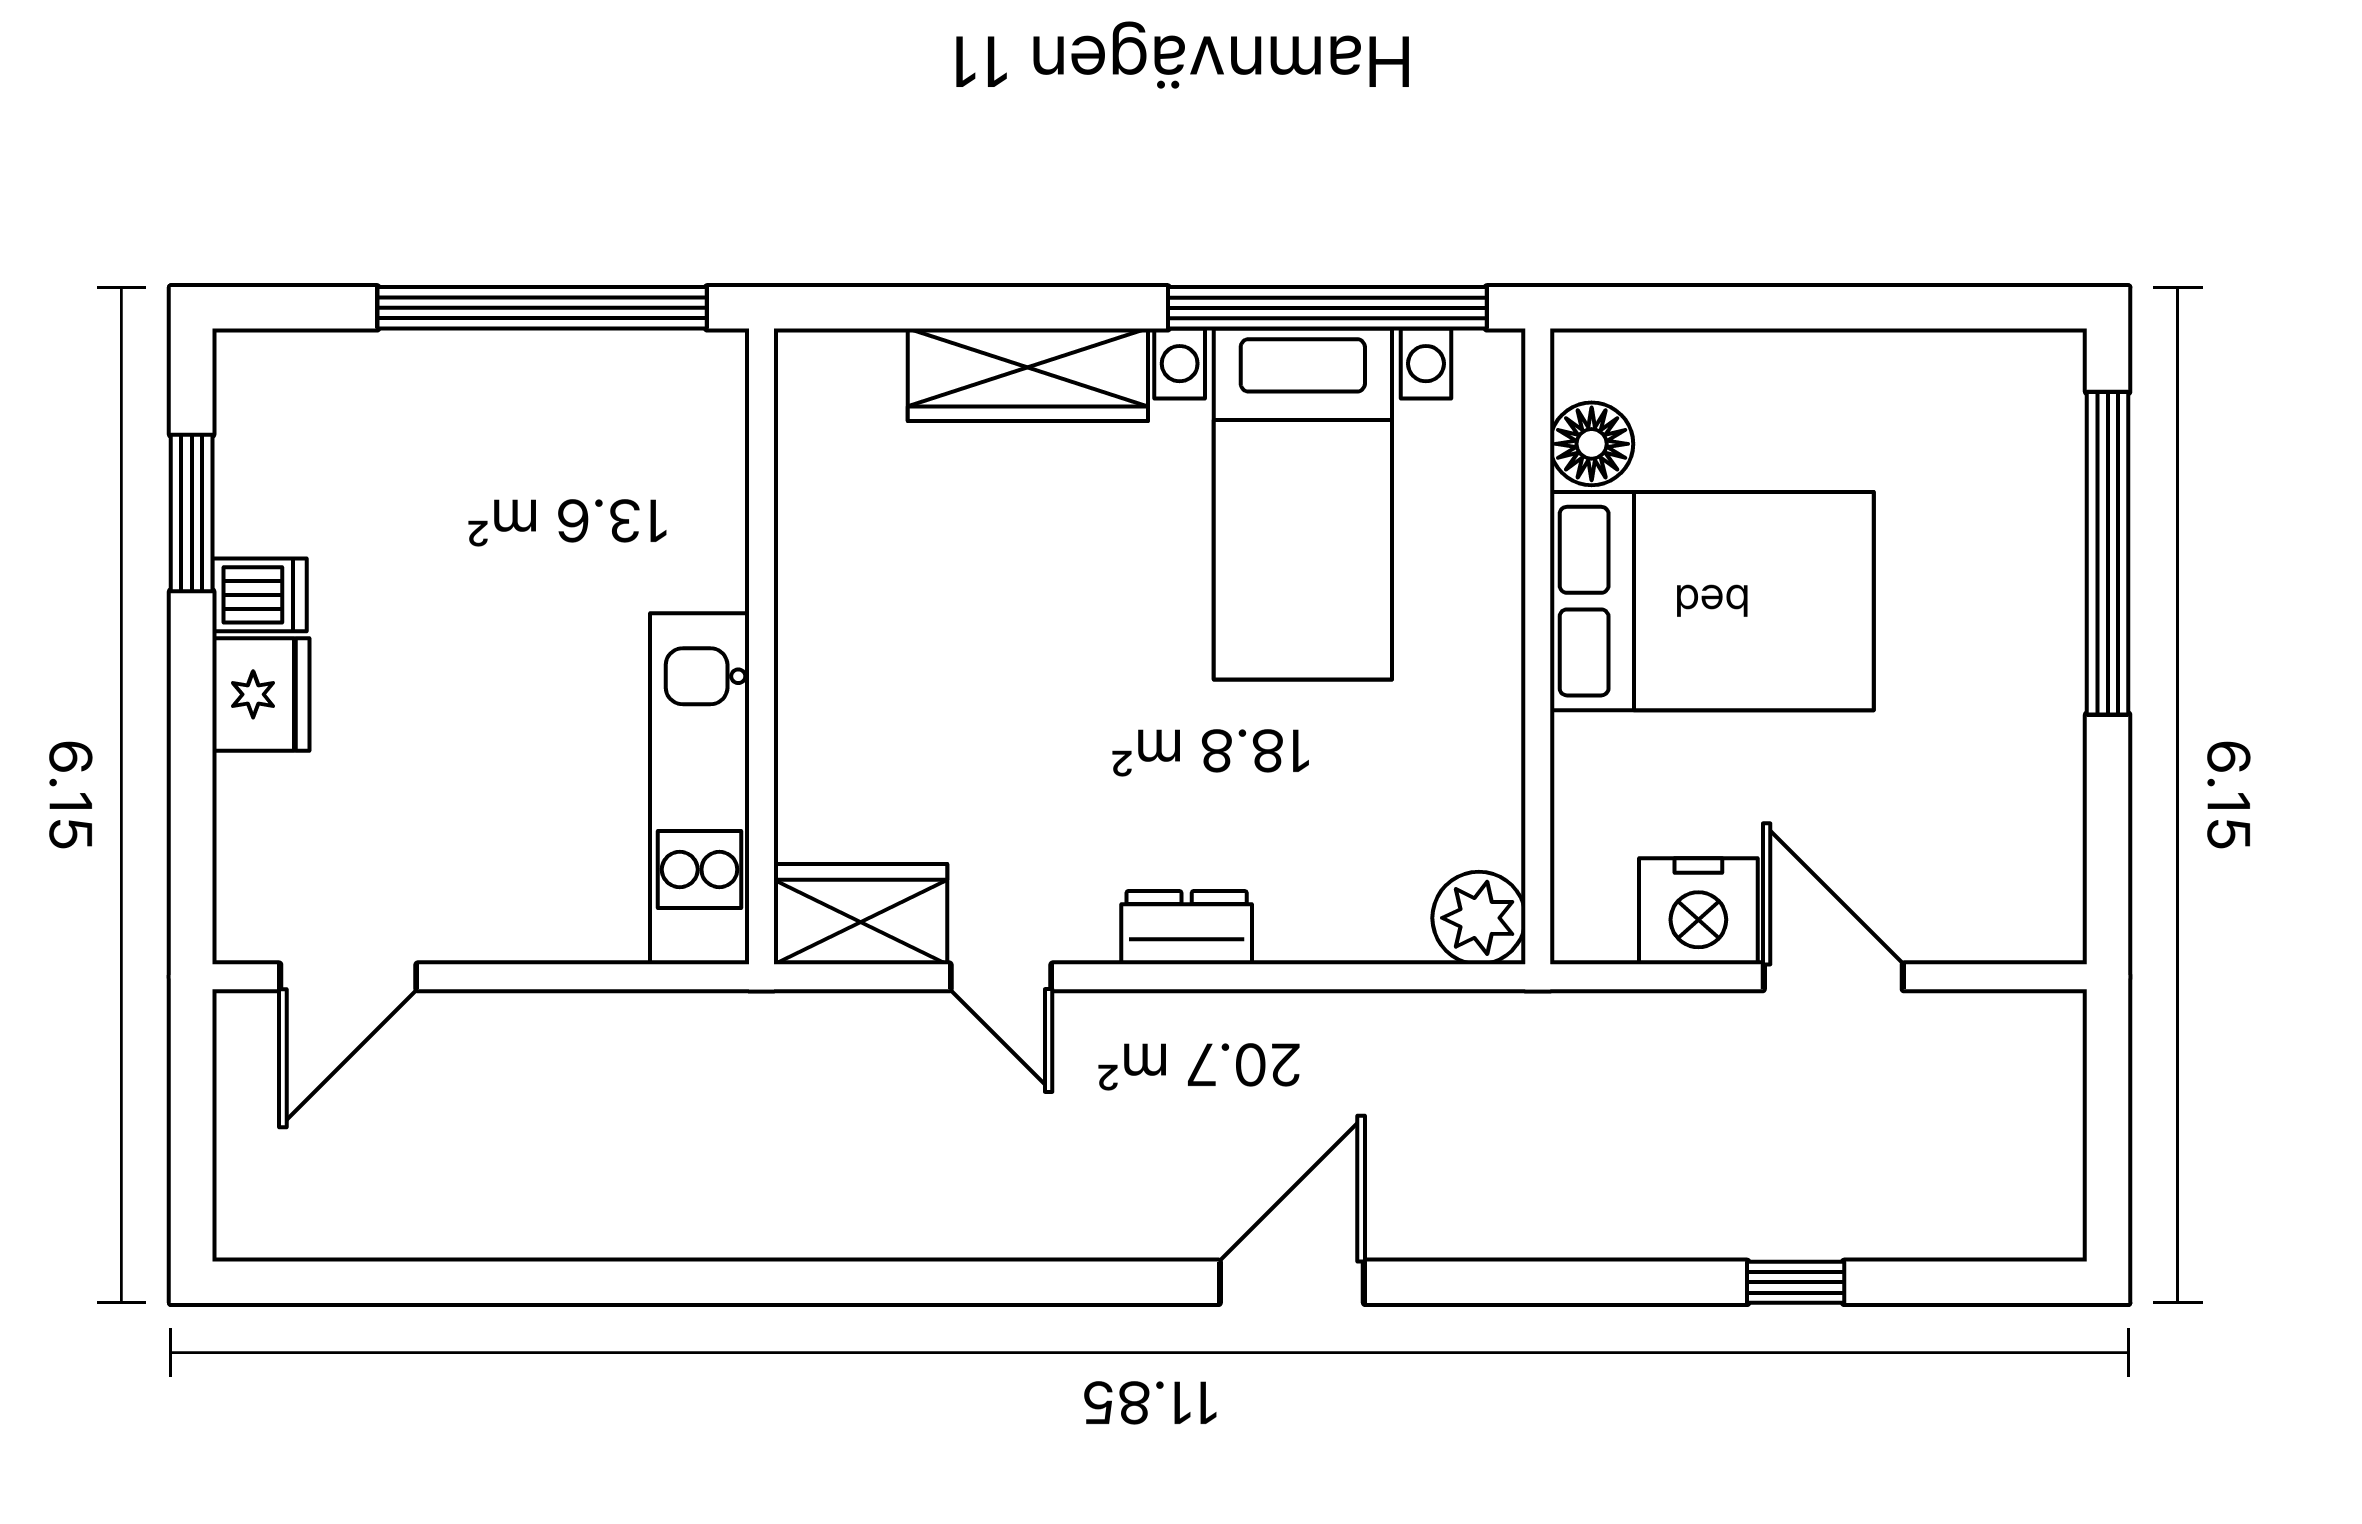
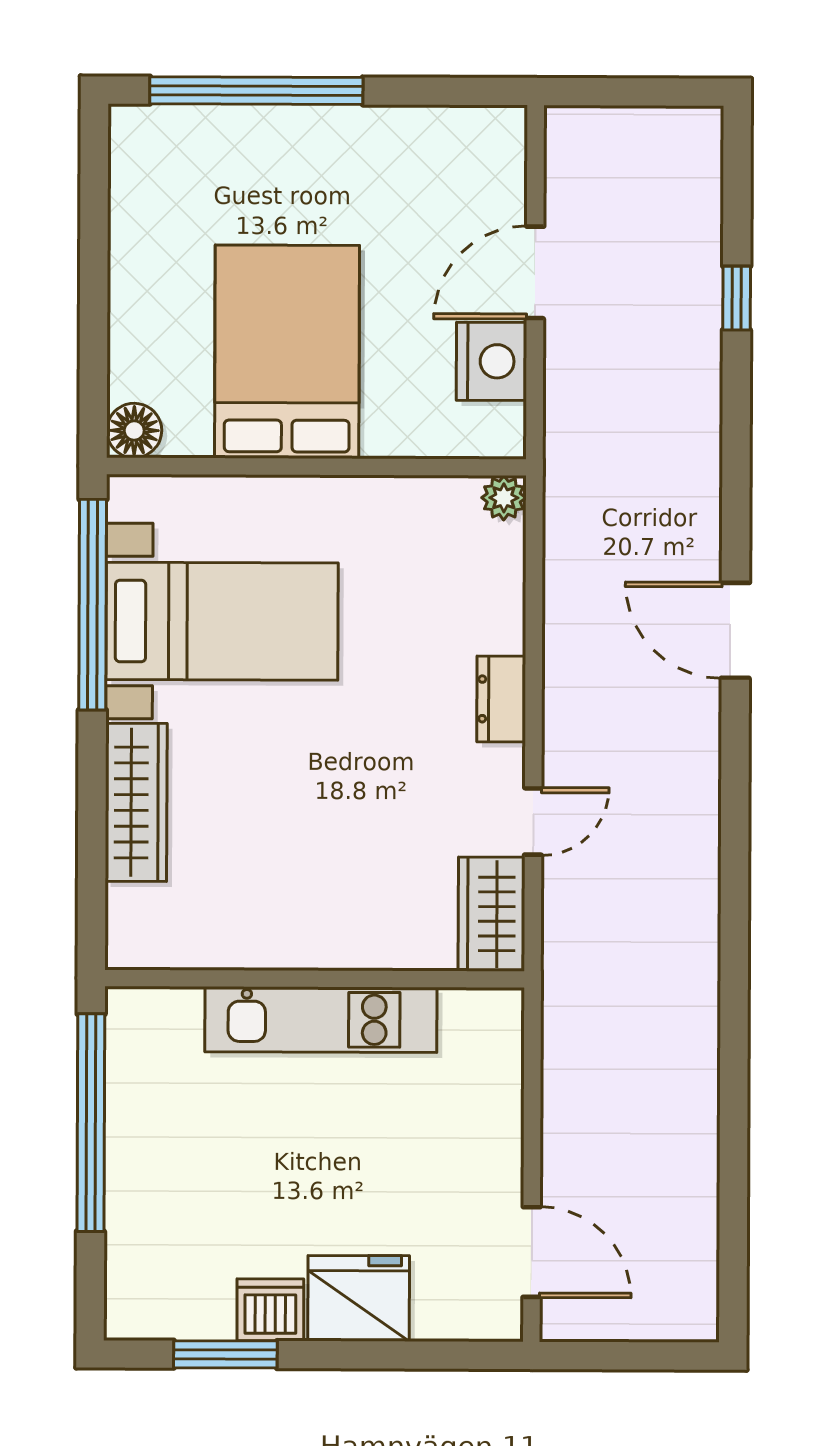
floor lamp: (1592, 444) -> (134, 431), moved
dishwasher: (259, 595) -> (270, 1310), width x1.38
fridge: (261, 694) -> (359, 1298), width x1.36, depth x1.34
kitchen unit: (700, 789) -> (321, 1020), moved
plant: (1479, 918) -> (504, 498), width x0.73, depth x0.73

